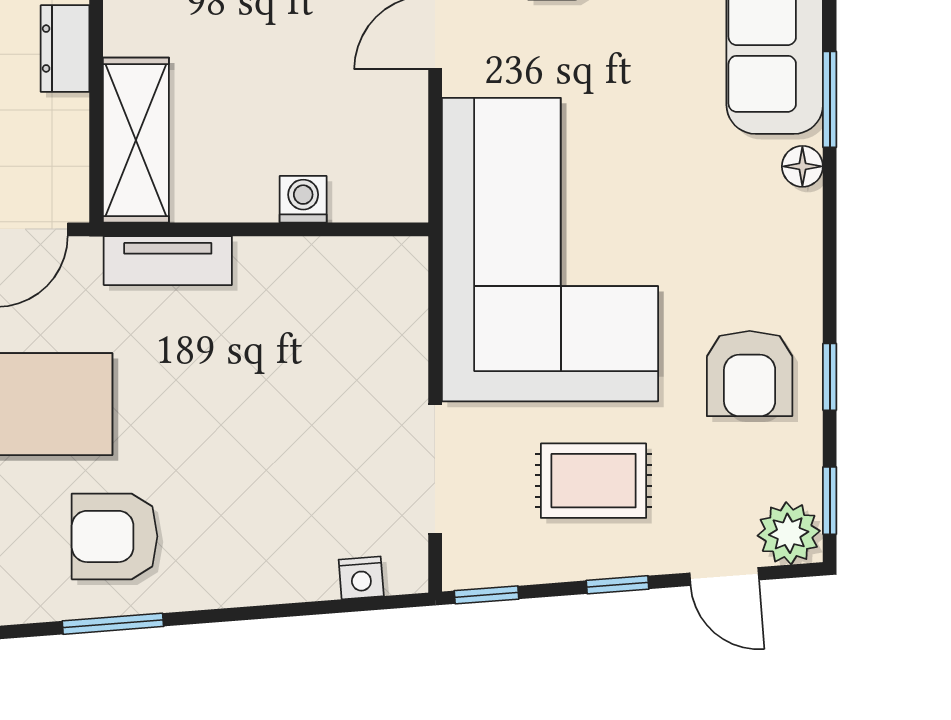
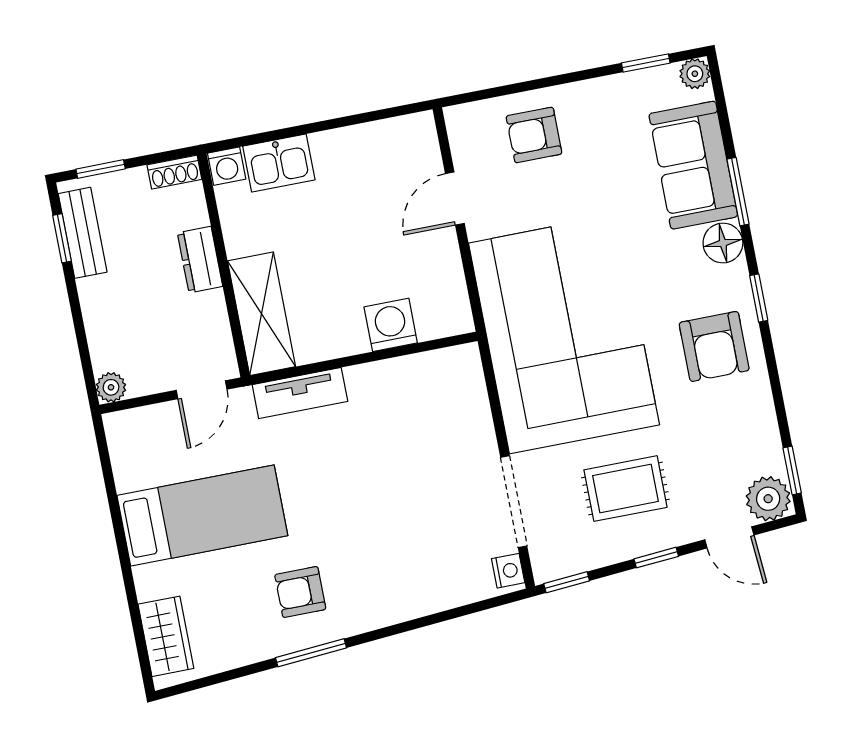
floor lamp: (802, 166) -> (723, 243), width x1.37, depth x1.37
washing machine: (303, 199) -> (391, 325), width x1.38, depth x1.38
armchair: (750, 374) -> (714, 346), moved
window: (830, 377) -> (759, 298), moved
armchair: (115, 536) -> (300, 592), width x0.72, depth x0.72
nightstand: (361, 578) -> (508, 571), moved, turned -86

